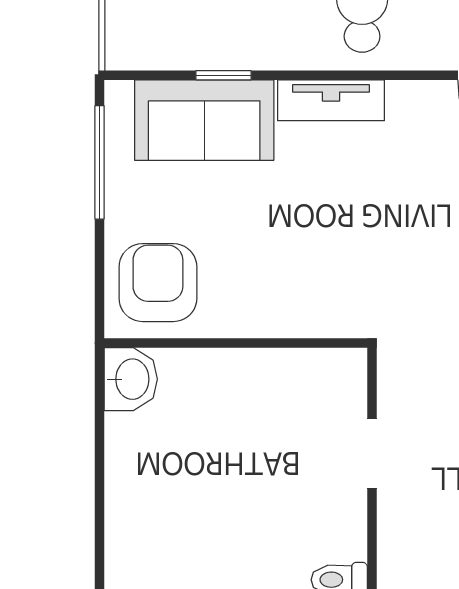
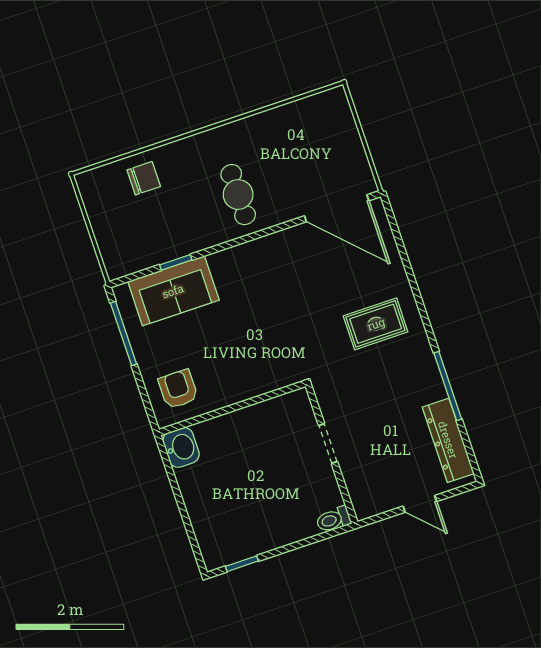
tv unit: (331, 100) -> (240, 256), removed
armchair: (158, 283) -> (178, 389), width x0.72, depth x0.72

